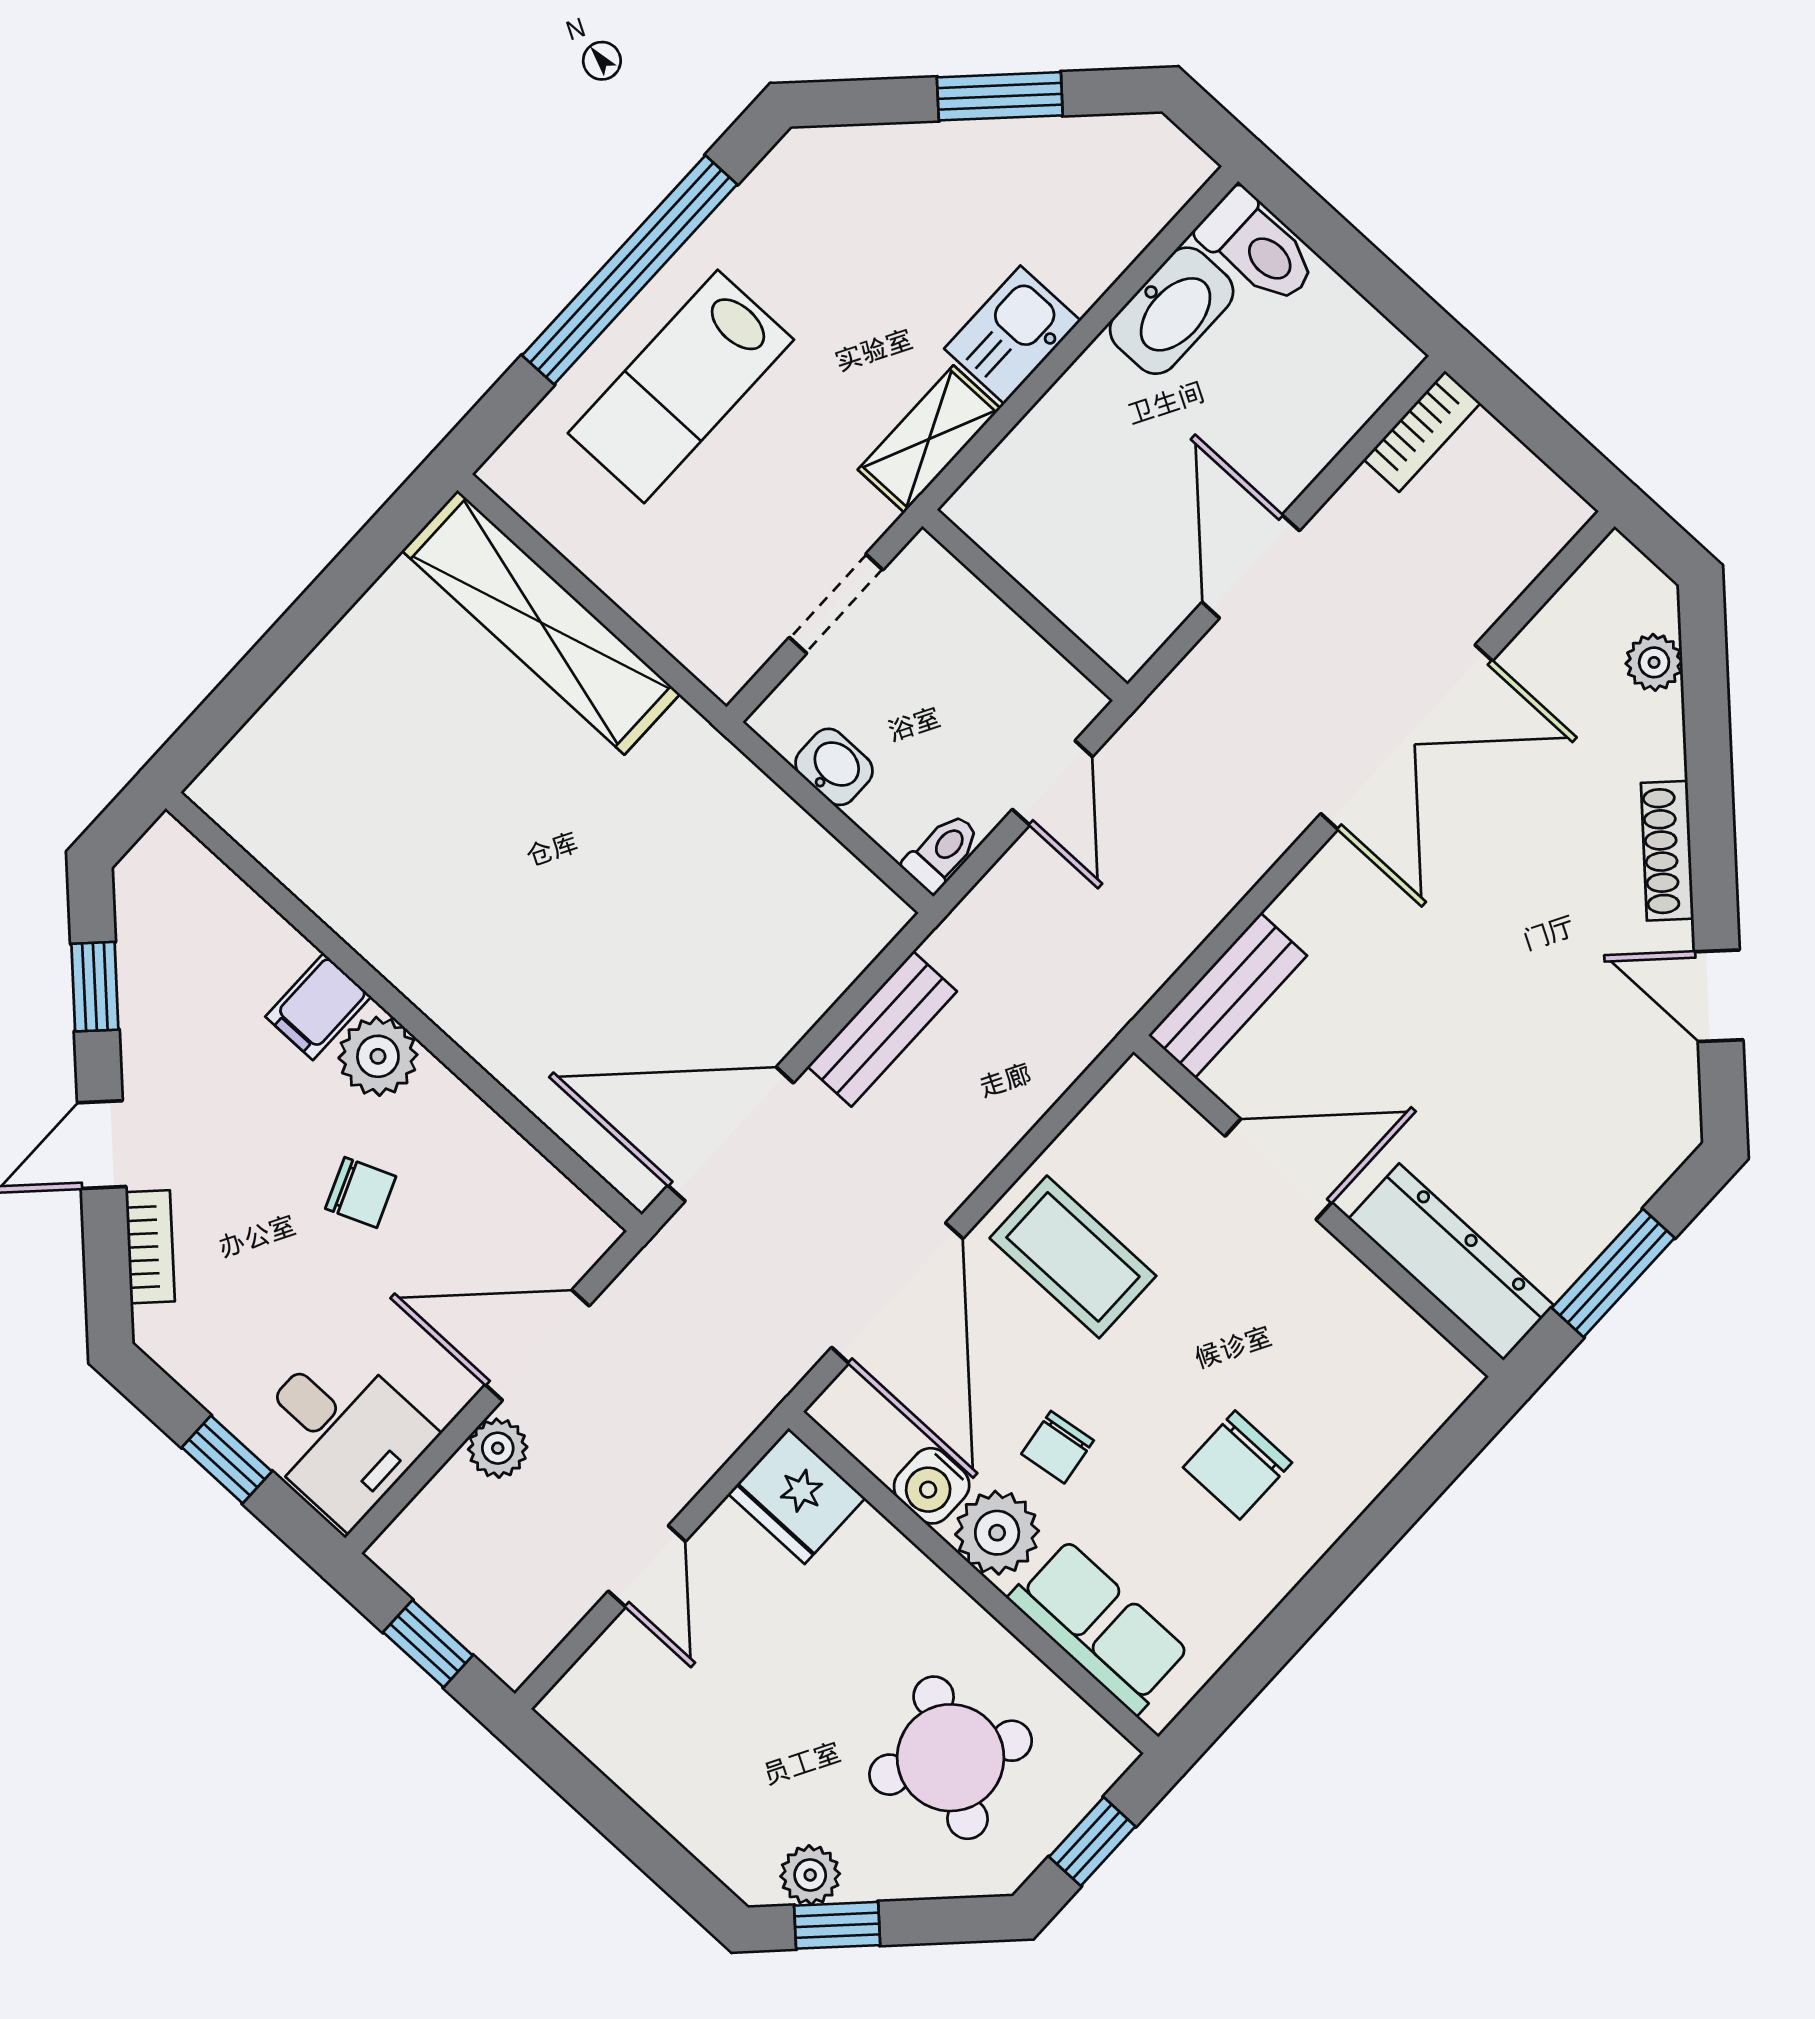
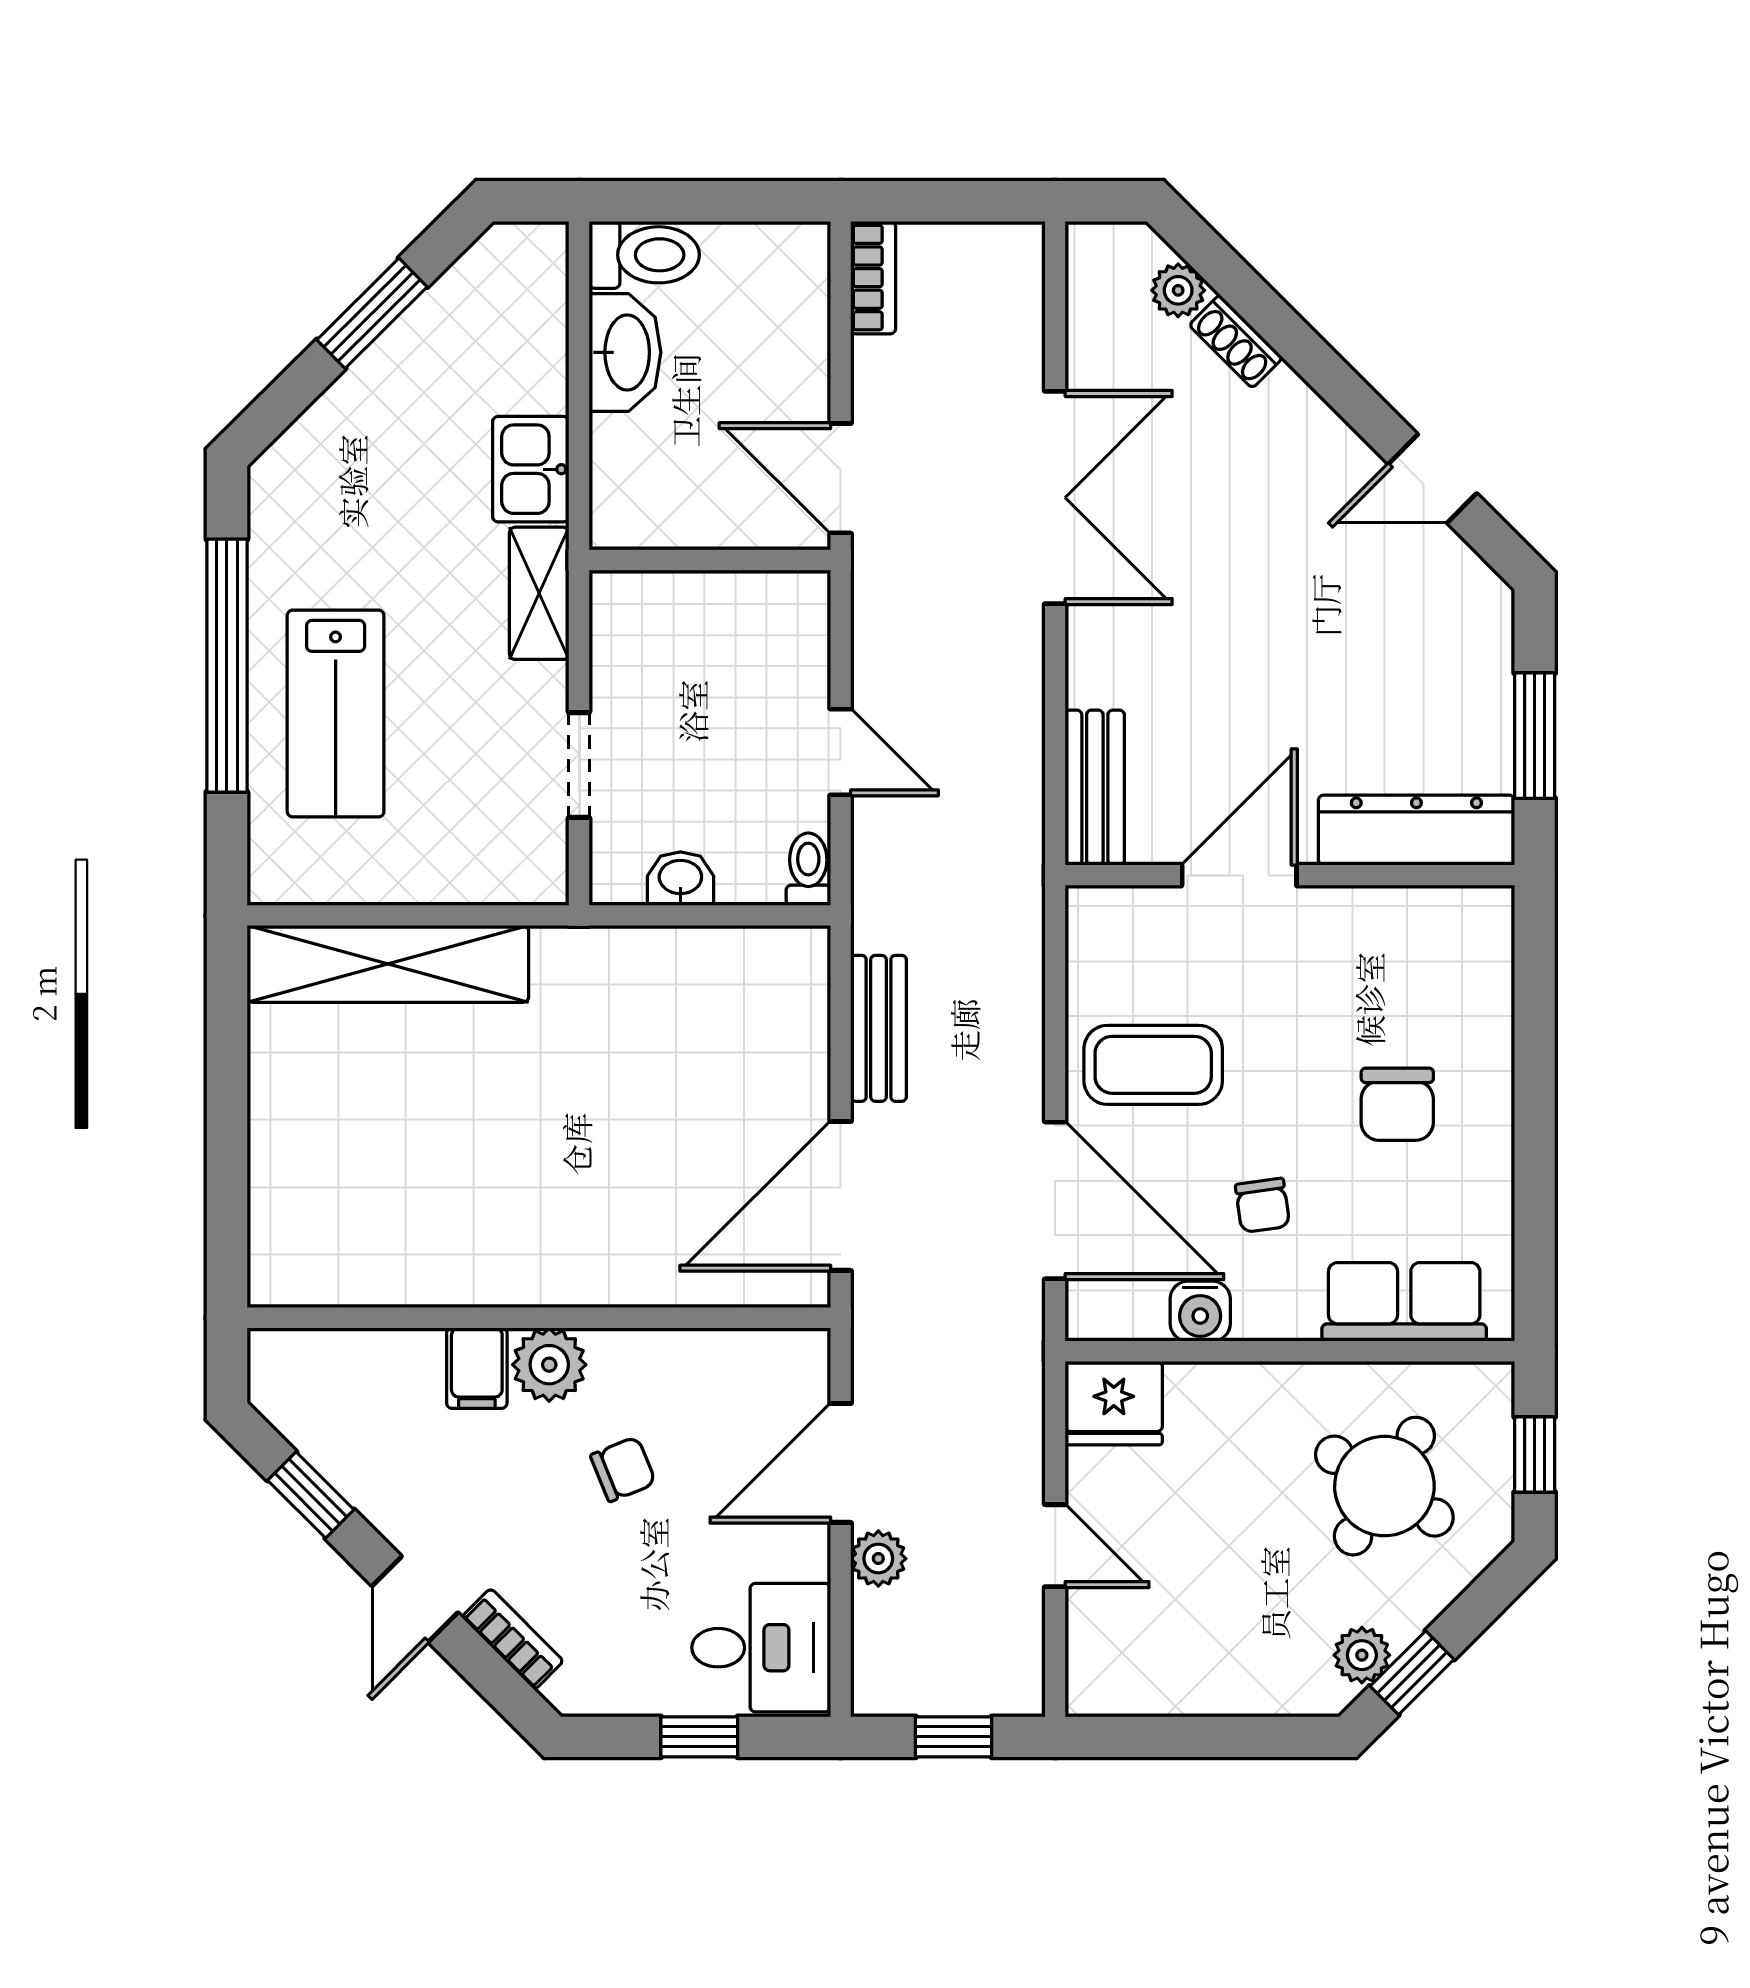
wall: (1025, 605) -> (710, 560), moved
shoe rack: (1667, 851) -> (1236, 341), moved, width x0.70
plant: (997, 1533) -> (1275, 1302), removed

